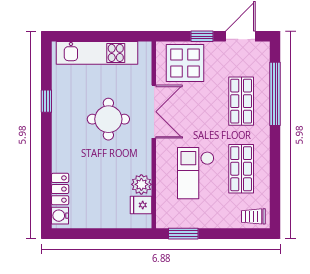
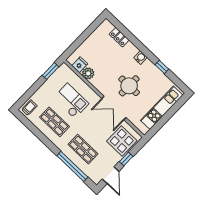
water cooler: (60, 216) -> (141, 58), moved

